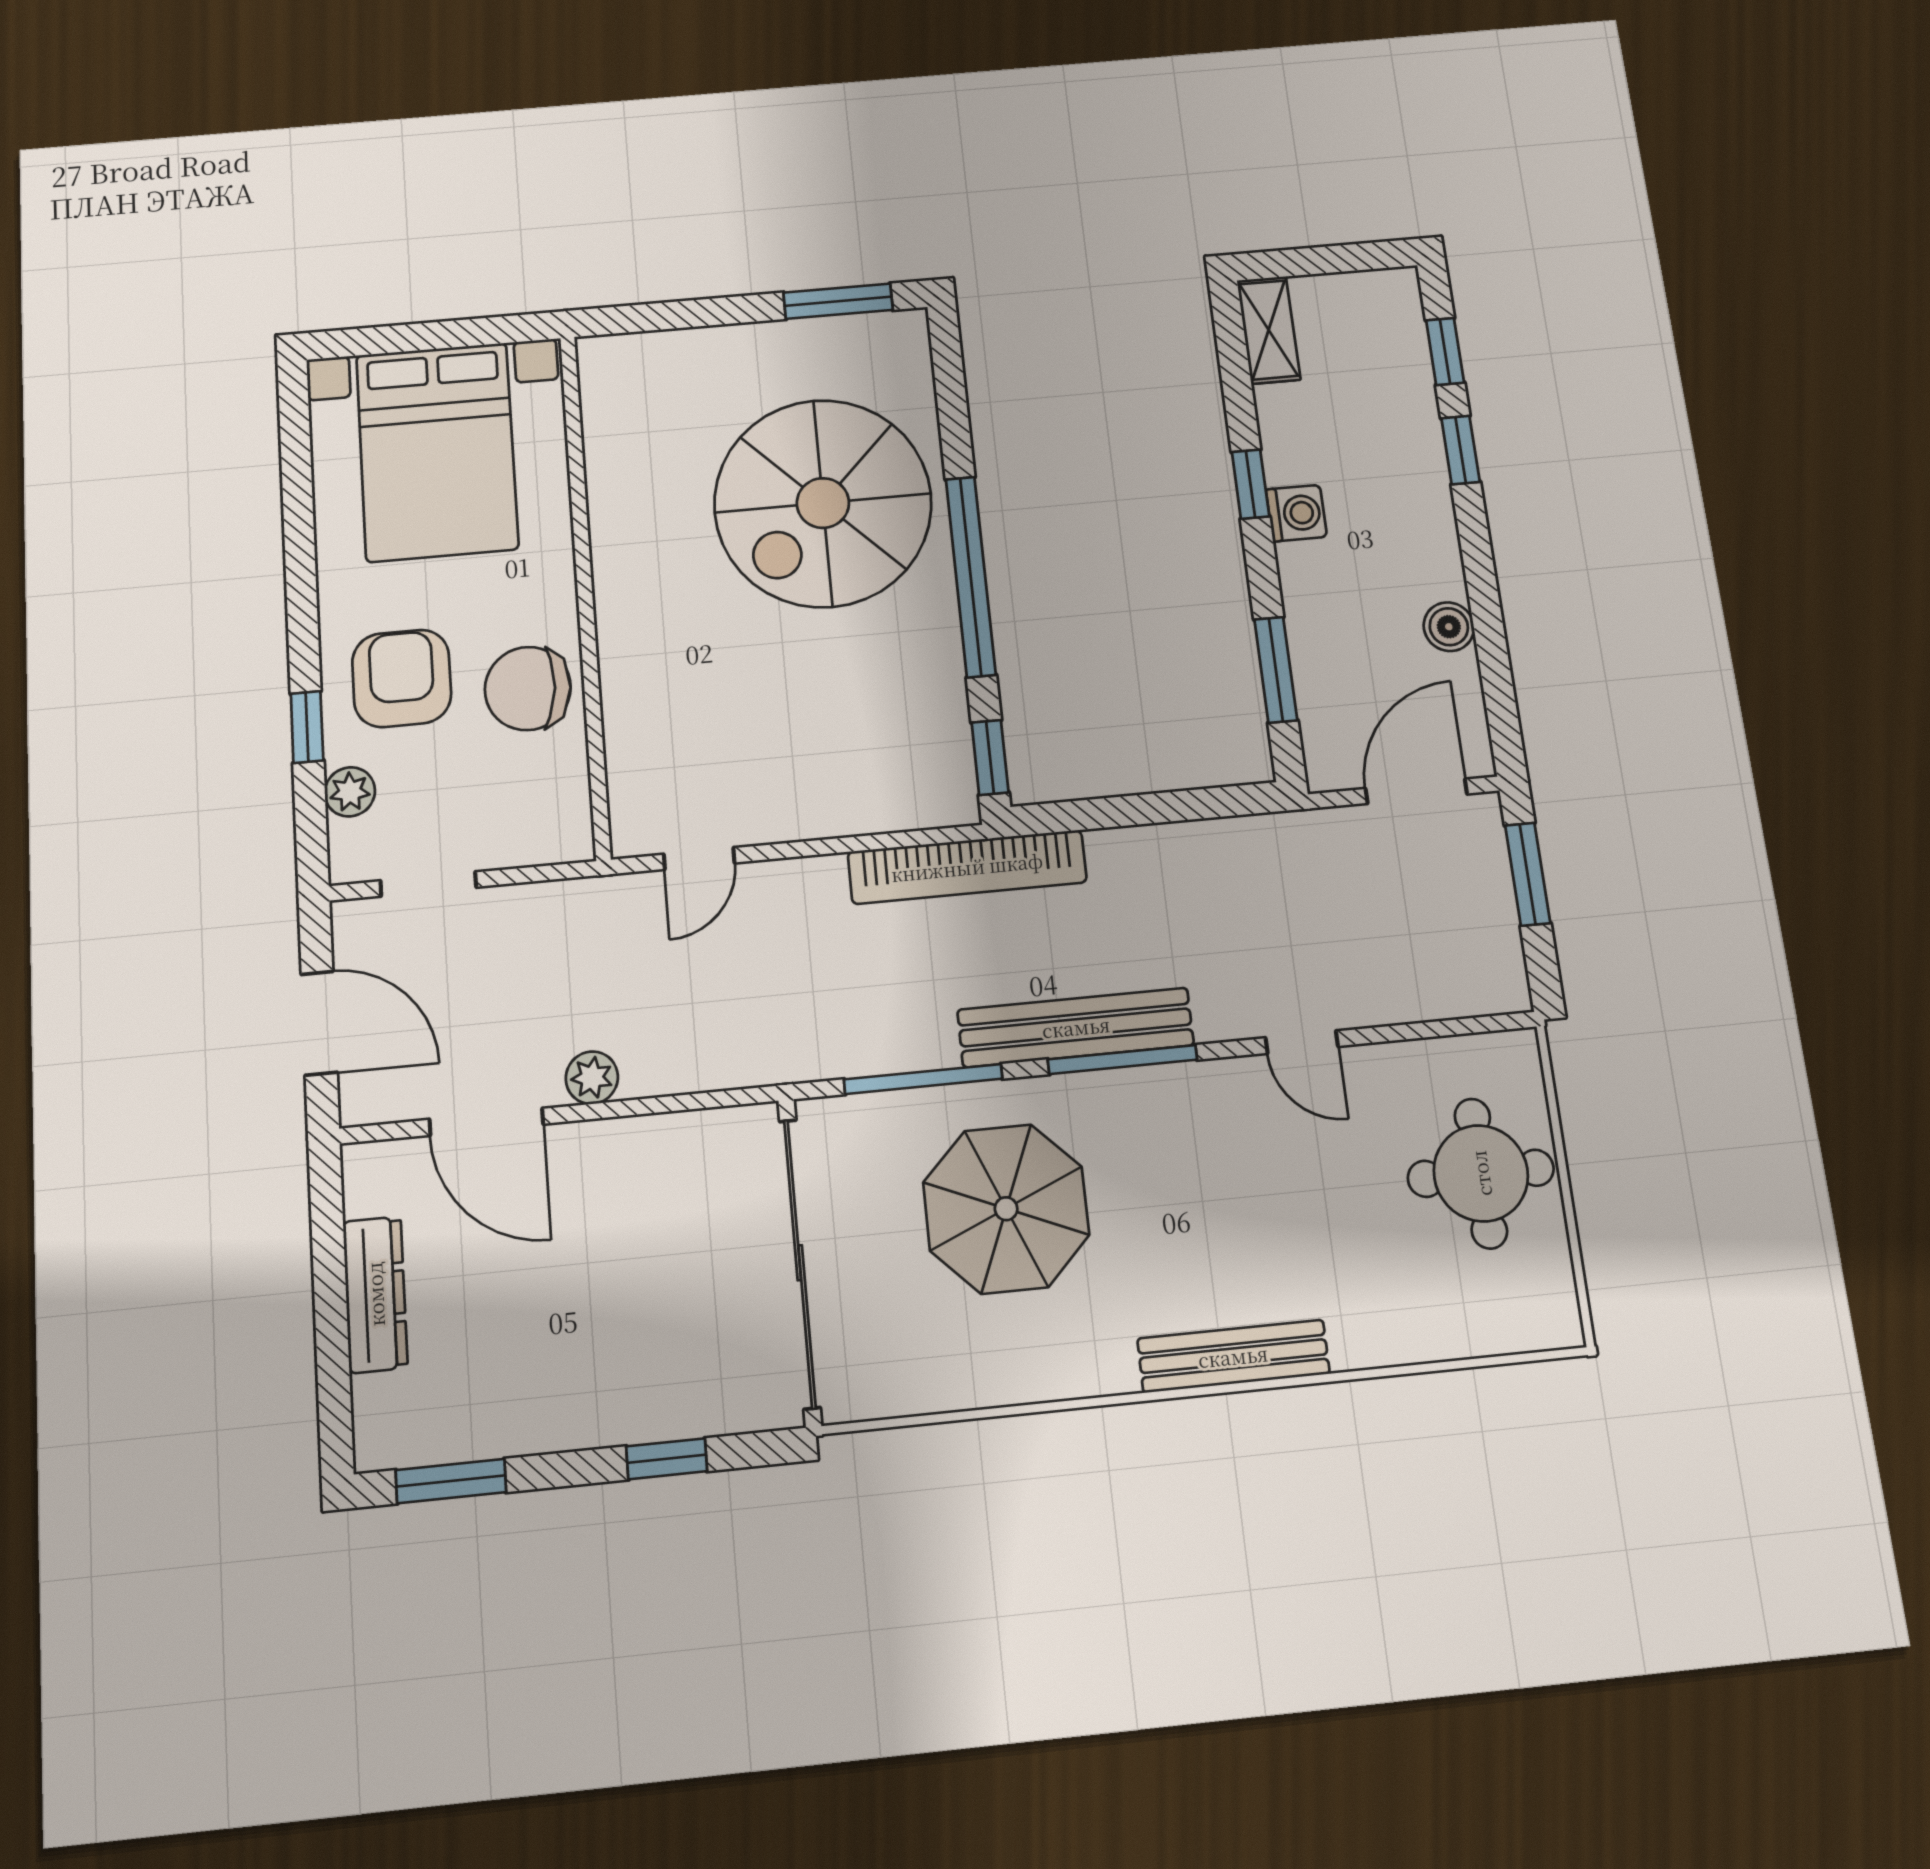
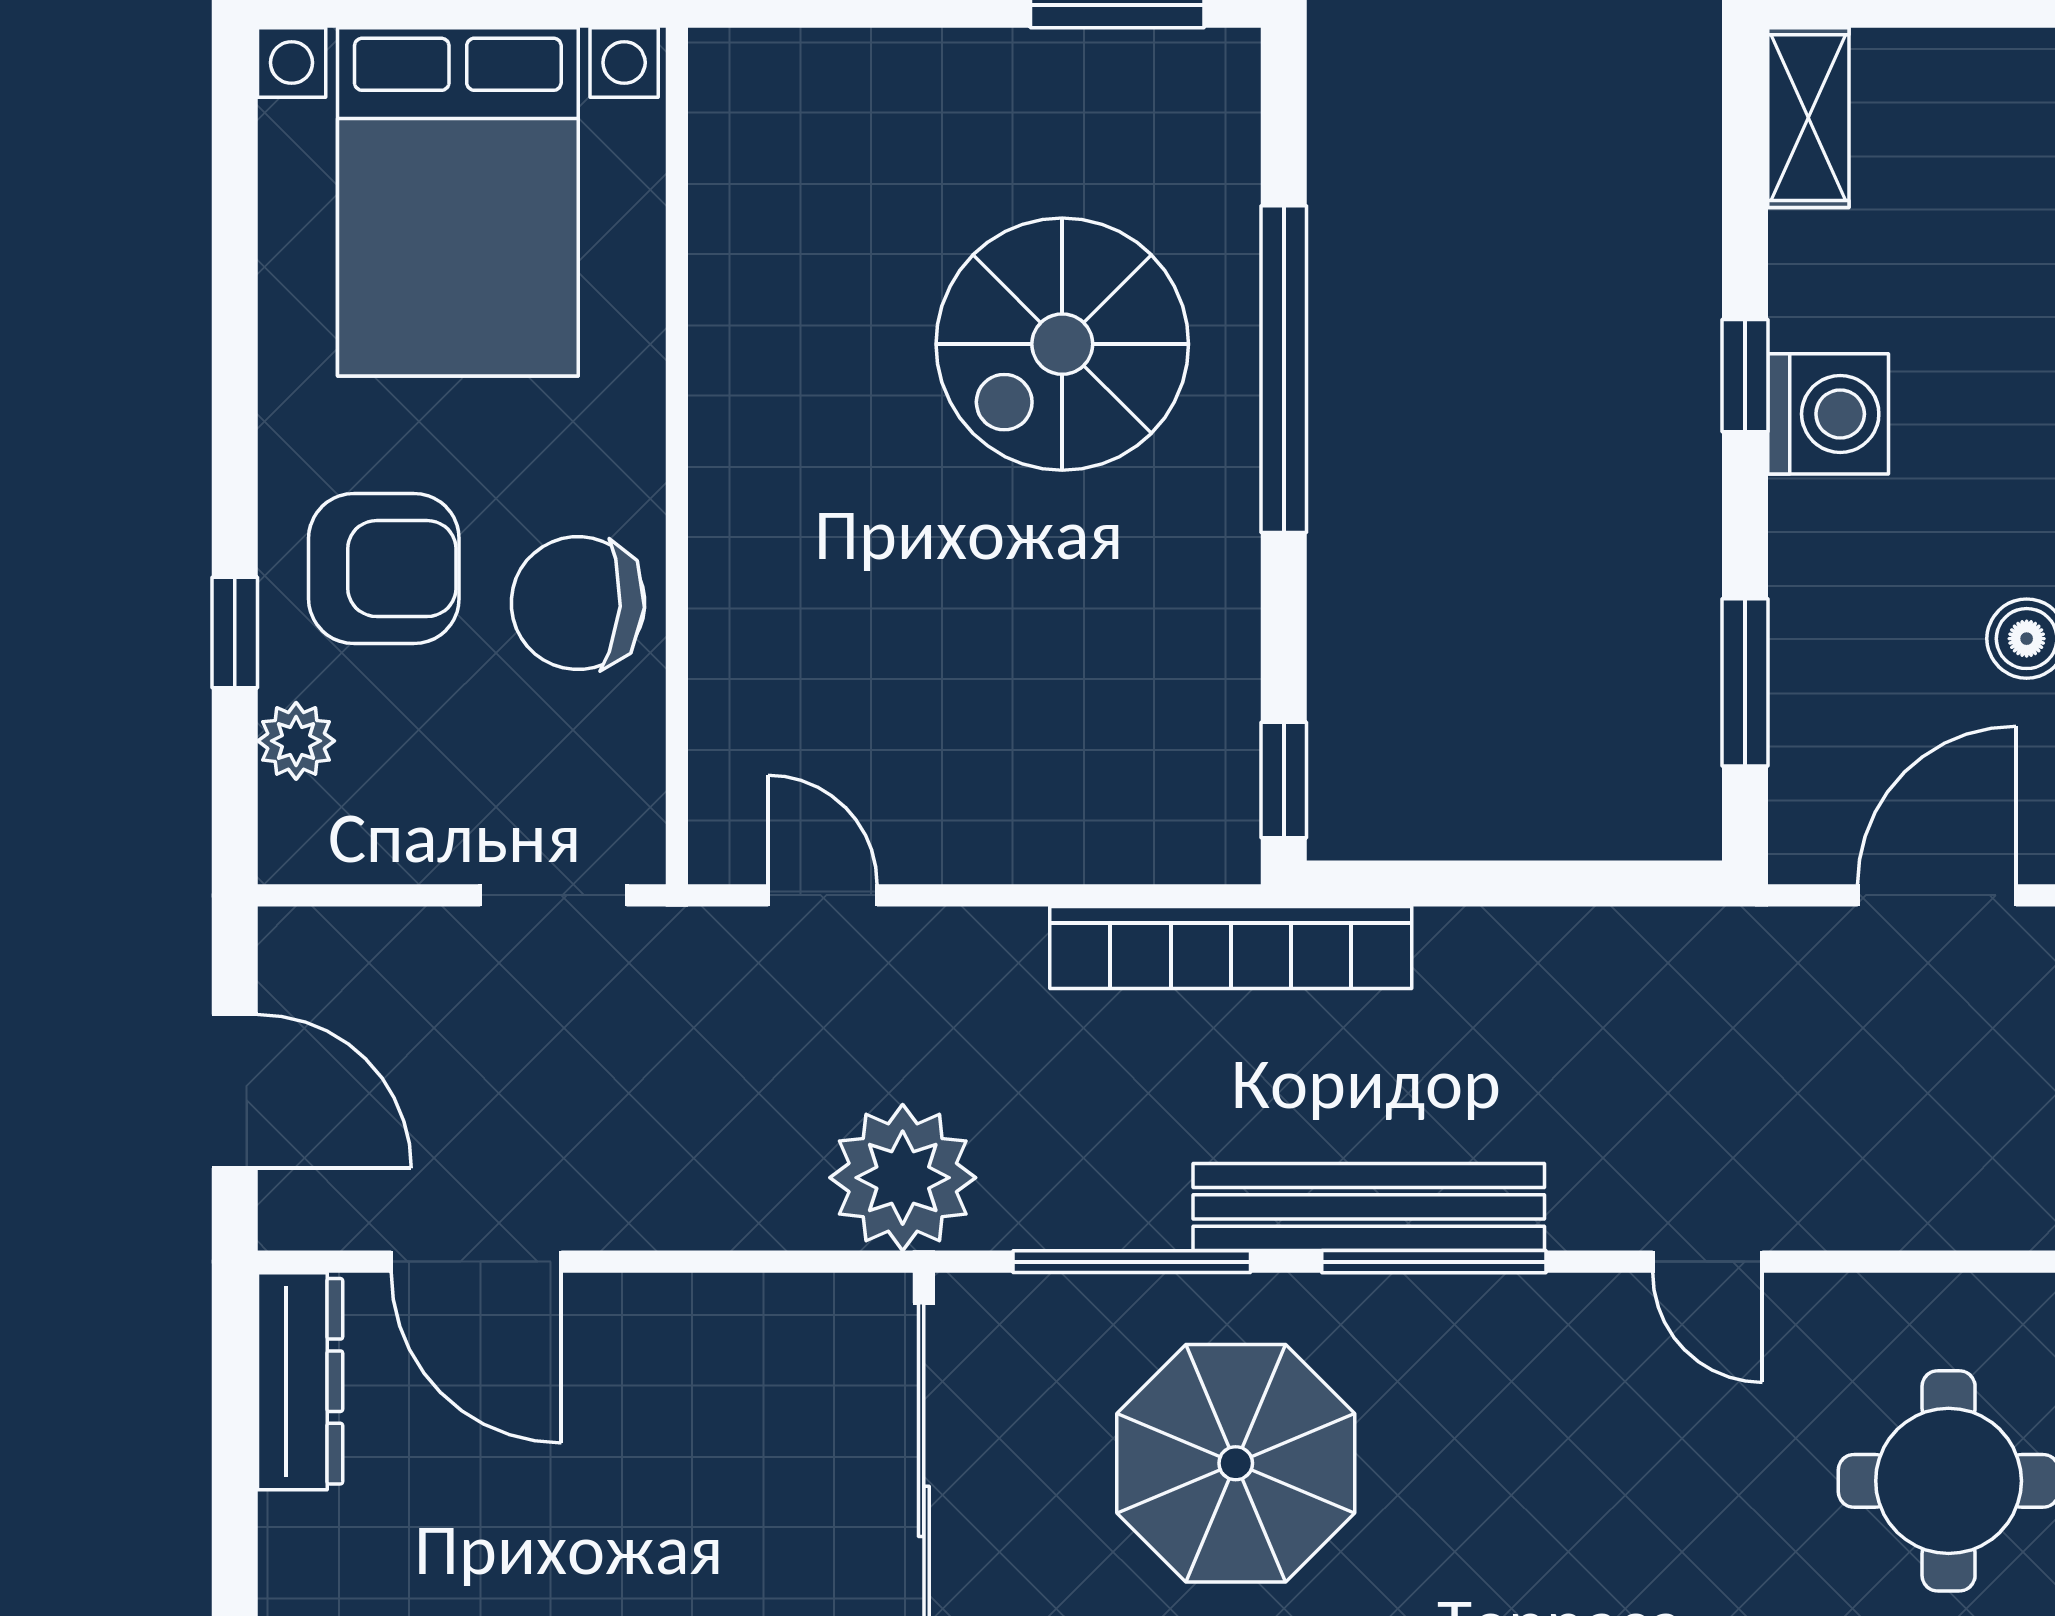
spiral stairs: (823, 503) -> (1062, 344), width x0.73, depth x0.73
washing machine: (1296, 513) -> (1828, 414), width x1.38, depth x1.38
window: (971, 576) -> (1284, 369), moved
armchair: (402, 678) -> (384, 569), turned 90
door: (699, 859) -> (823, 895), swing flipped
doorway: (428, 884) -> (553, 895), moved
plant: (592, 1078) -> (903, 1178), moved, width x1.87, depth x1.87
dresser: (375, 1294) -> (300, 1381), moved

